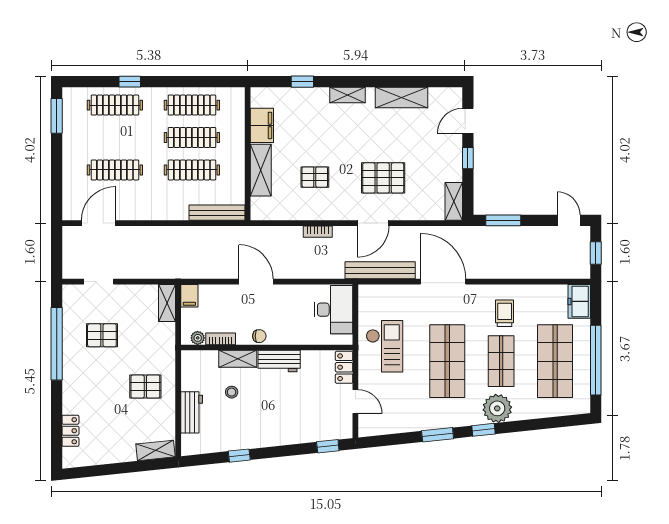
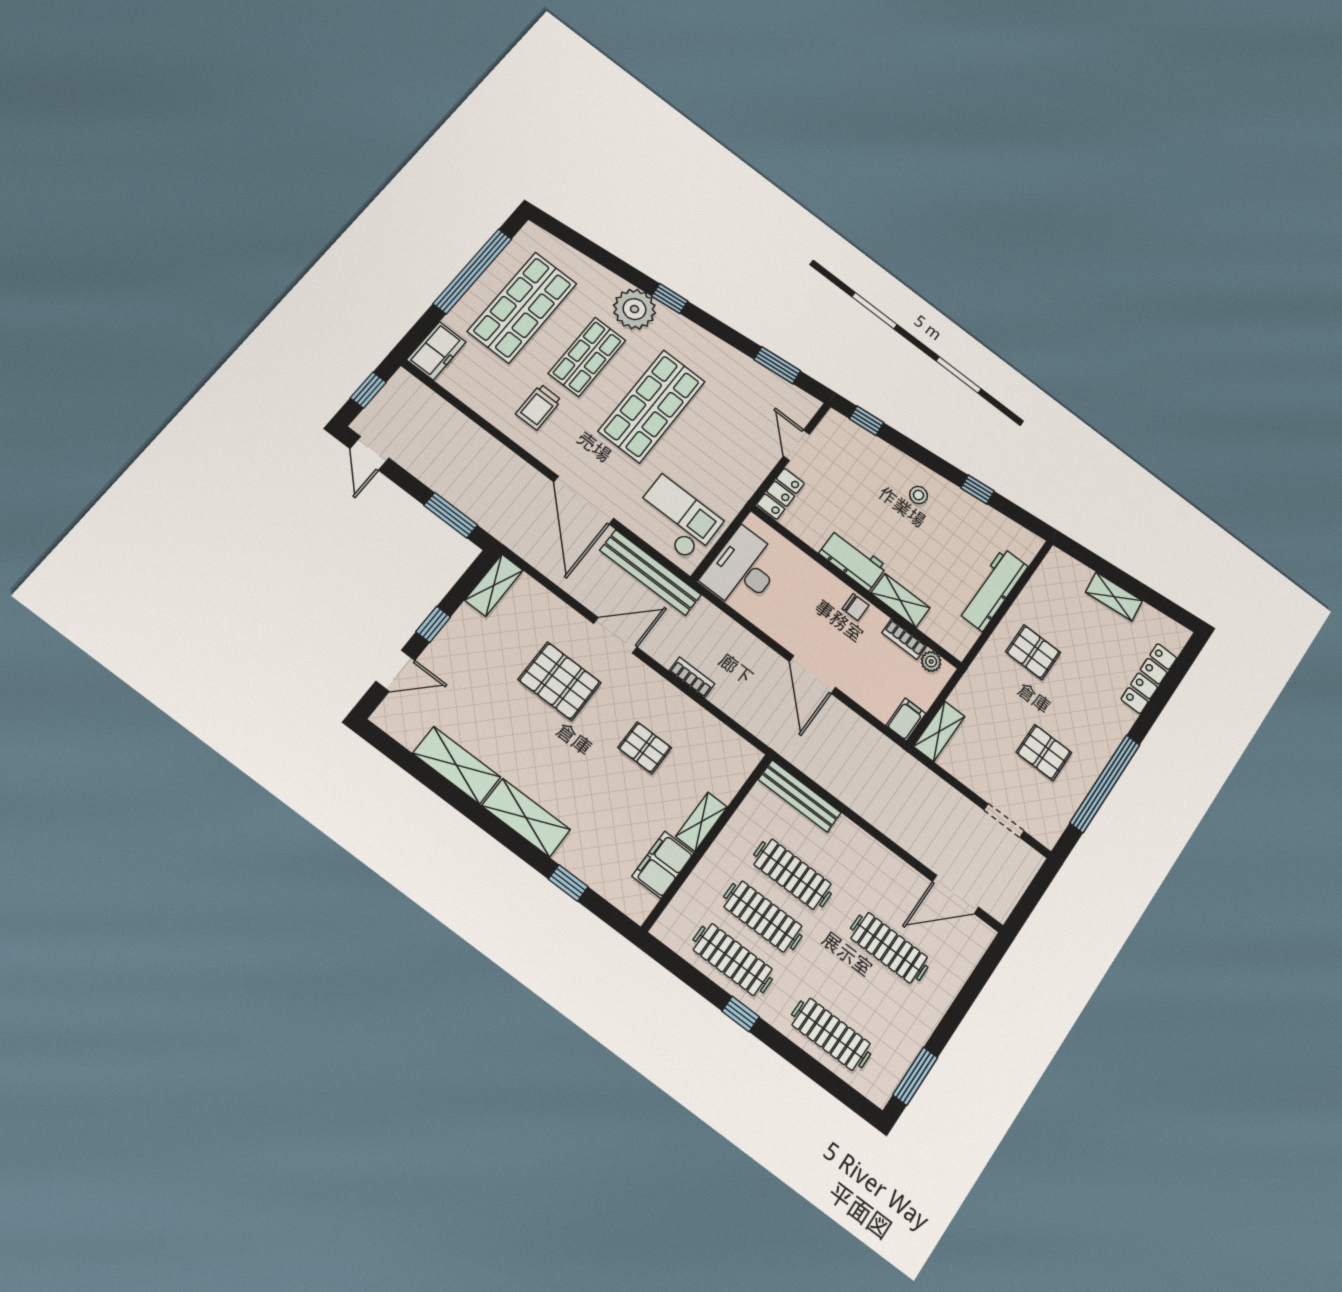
window: (130, 82) -> (741, 1014), moved
shelving: (347, 95) -> (526, 818), width x1.50, depth x1.33
shelving: (261, 170) -> (702, 822), width x0.67, depth x0.75
chair: (259, 336) -> (856, 607), turned 180
checkout: (384, 346) -> (677, 518), moved, turned 90
stool: (232, 392) -> (919, 495), moved
workbench: (192, 412) -> (993, 590), width x1.37
locker: (70, 431) -> (1149, 678), width x1.53
window: (438, 435) -> (777, 365), moved
shelving: (156, 450) -> (1114, 597), moved

